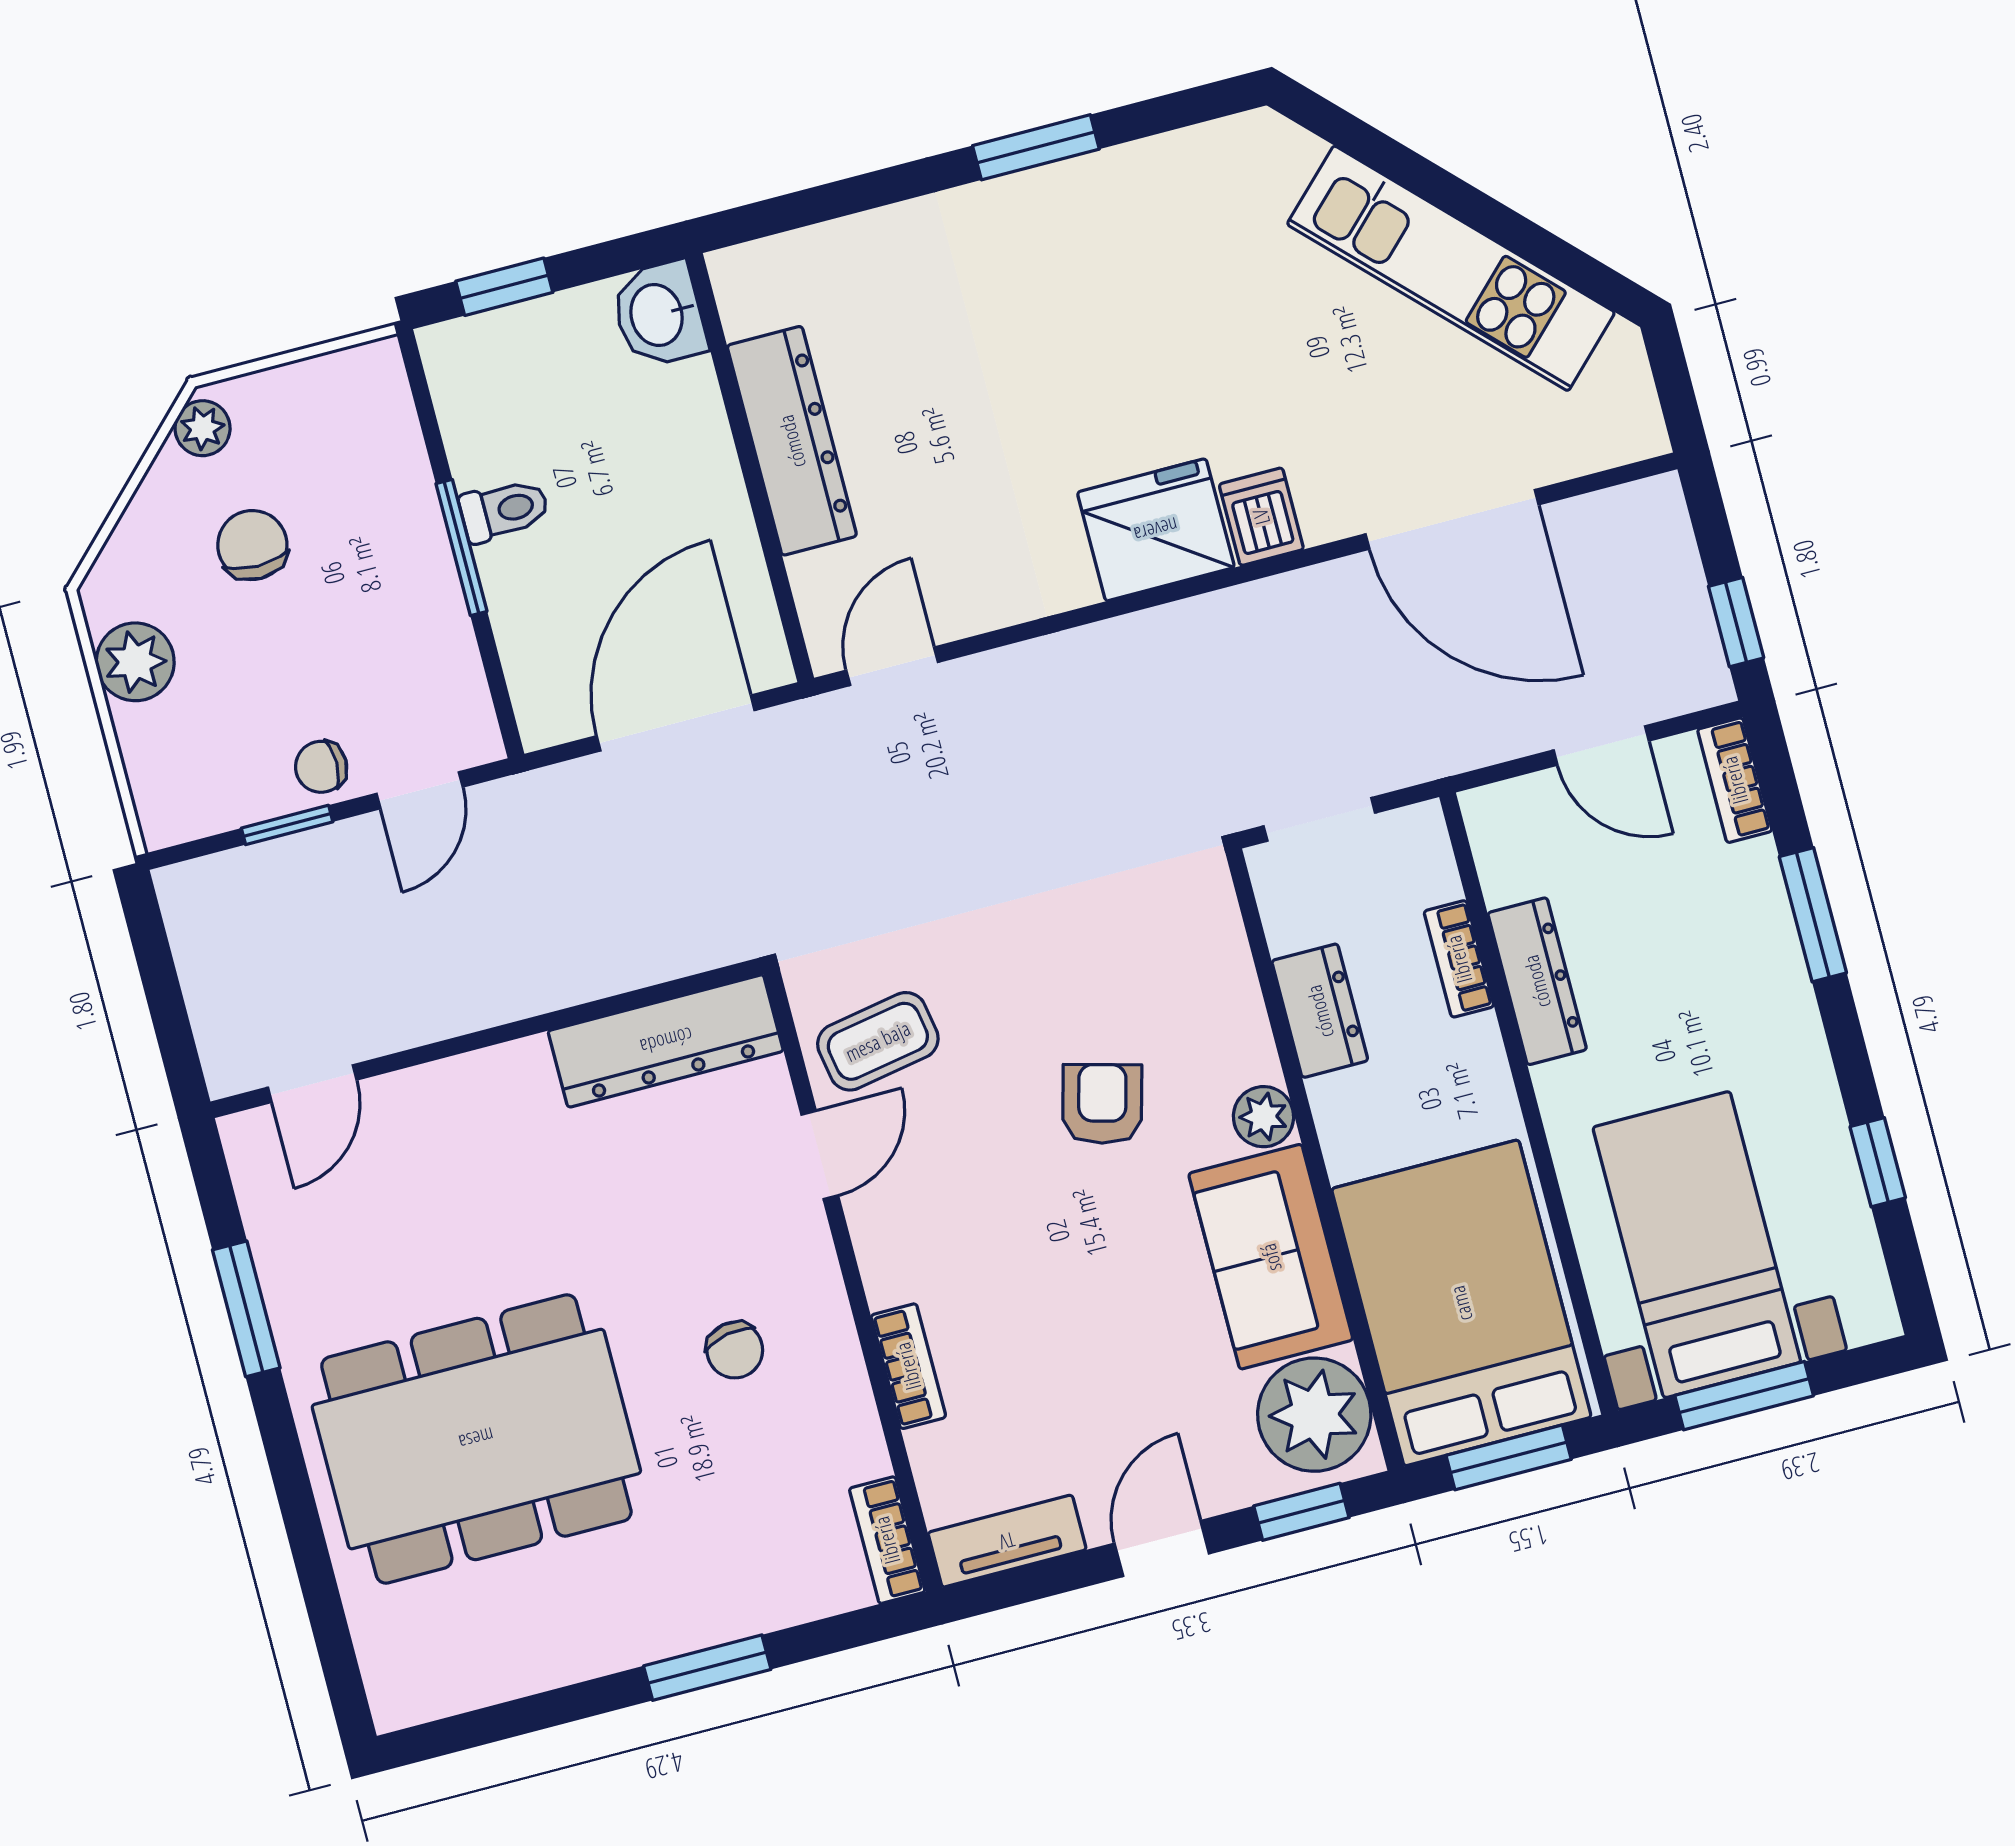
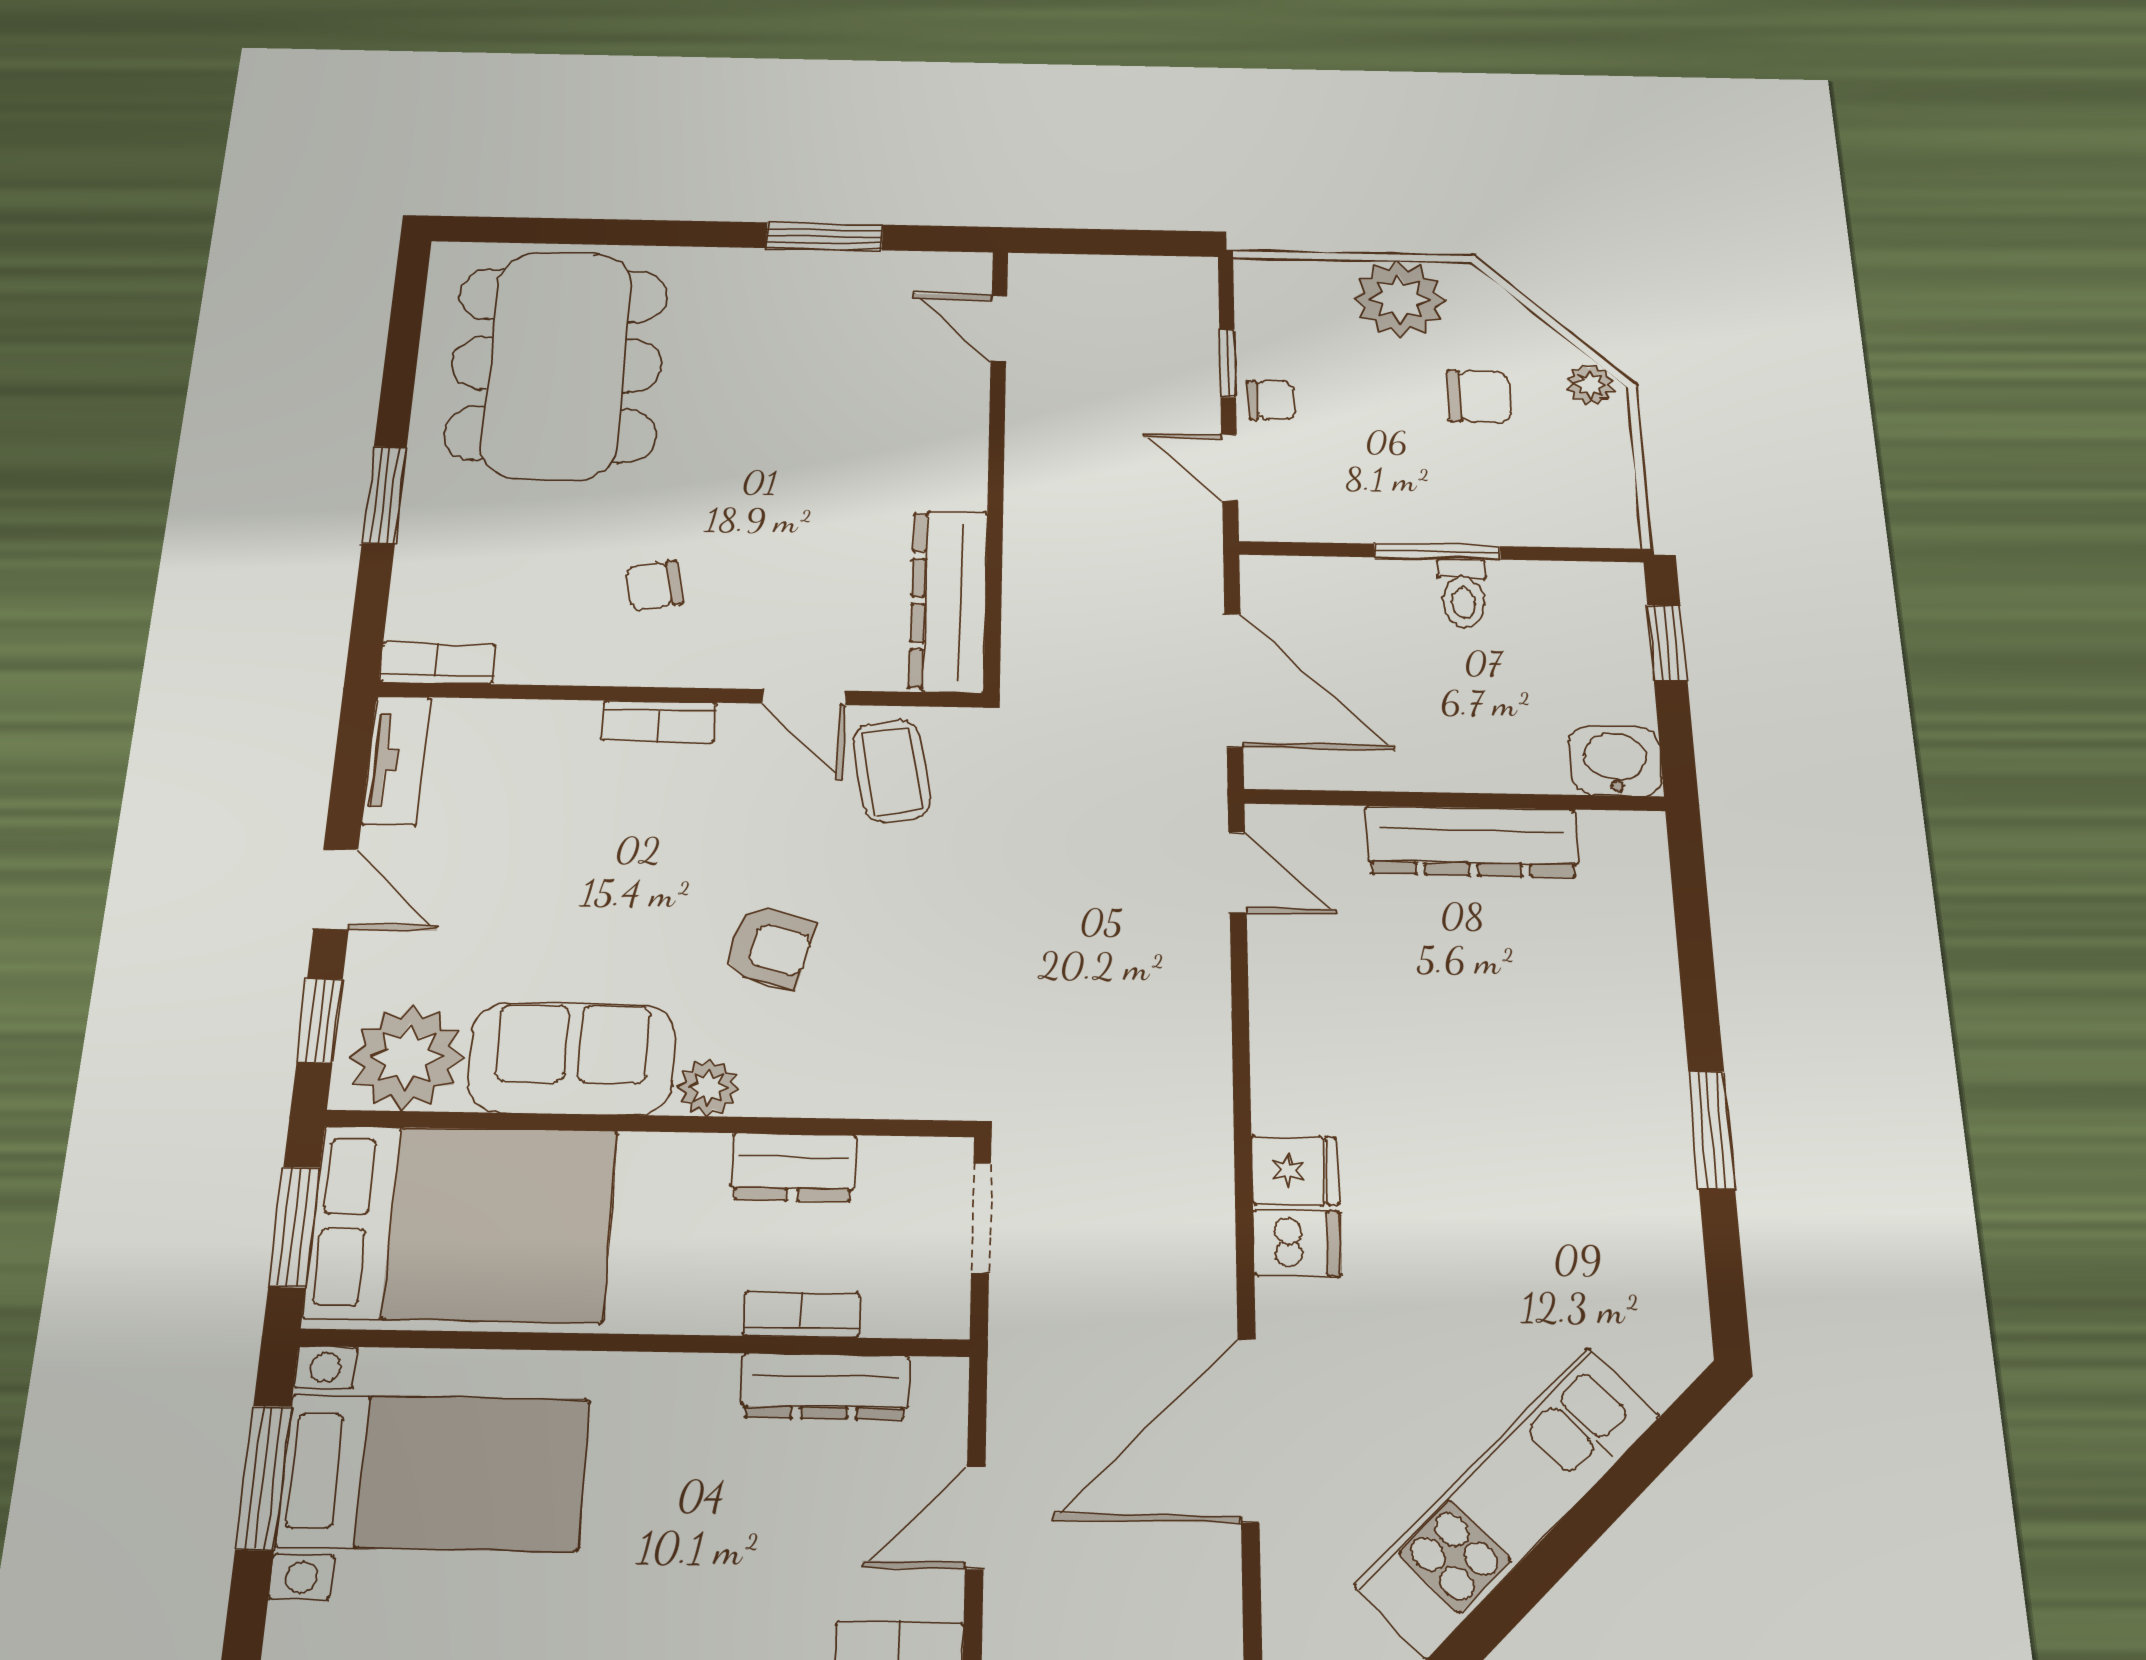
fridge: (1156, 530) -> (1295, 1171), width x0.53, depth x0.75
plant: (135, 662) -> (1399, 299), width x1.36, depth x1.36
chair: (321, 767) -> (1271, 400), turned 88
dresser: (1537, 981) -> (825, 1387), moved
bookcase: (908, 1366) -> (659, 722), moved
dining table: (476, 1439) -> (557, 364), moved

